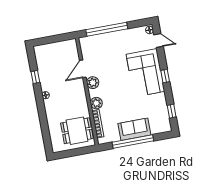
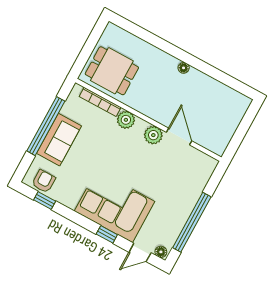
window: (107, 29) -> (192, 222), moved
window: (165, 76) -> (107, 234), moved
window: (35, 77) -> (215, 73), removed
armchair: (162, 120) -> (44, 181), added
dining table: (77, 131) -> (112, 71), turned 90

